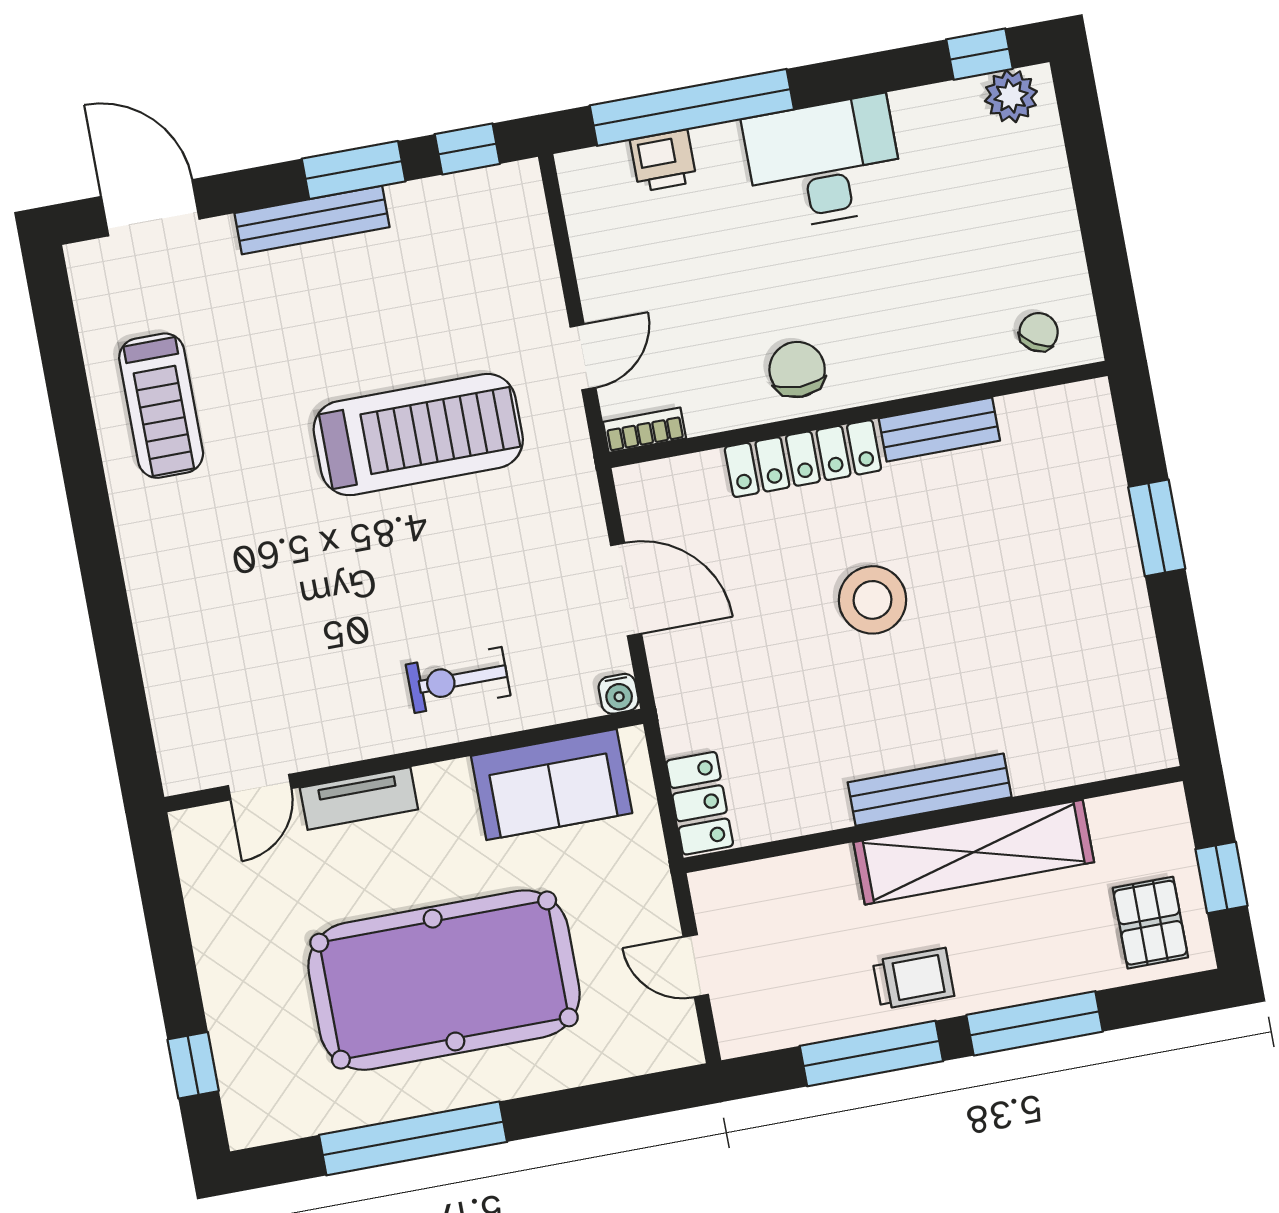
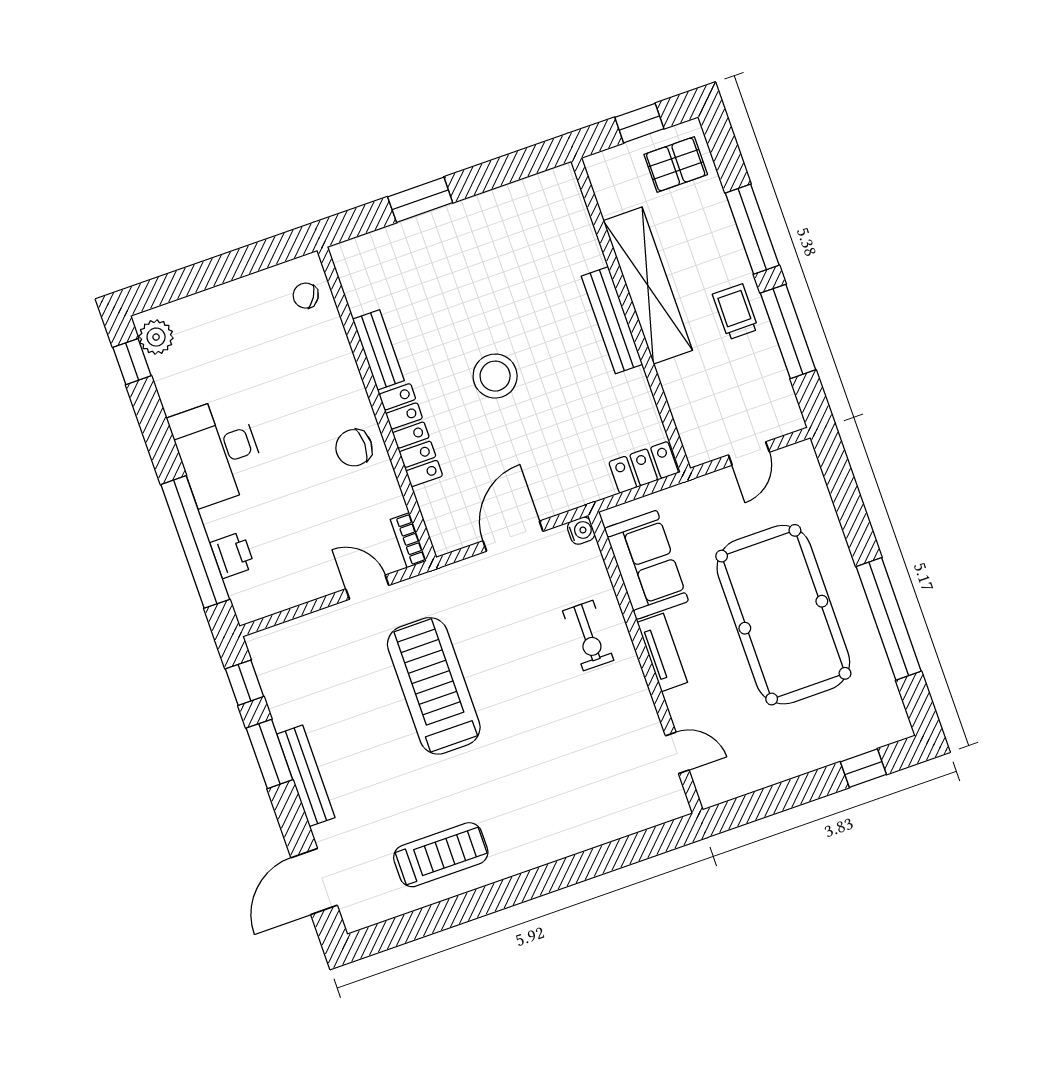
tv unit: (359, 798) -> (662, 652), moved

